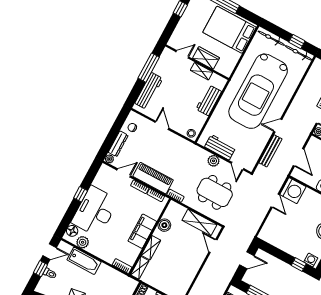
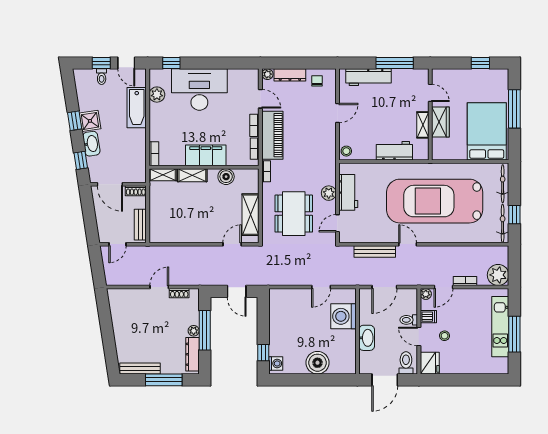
washing machine: (293, 191) -> (343, 316), moved, turned 90
window: (81, 194) -> (171, 63), moved
floor lamp: (72, 231) -> (163, 76), removed

